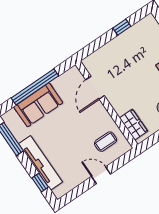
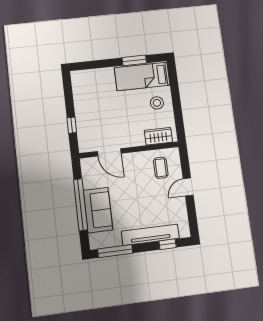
window: (122, 27) -> (72, 125), moved

